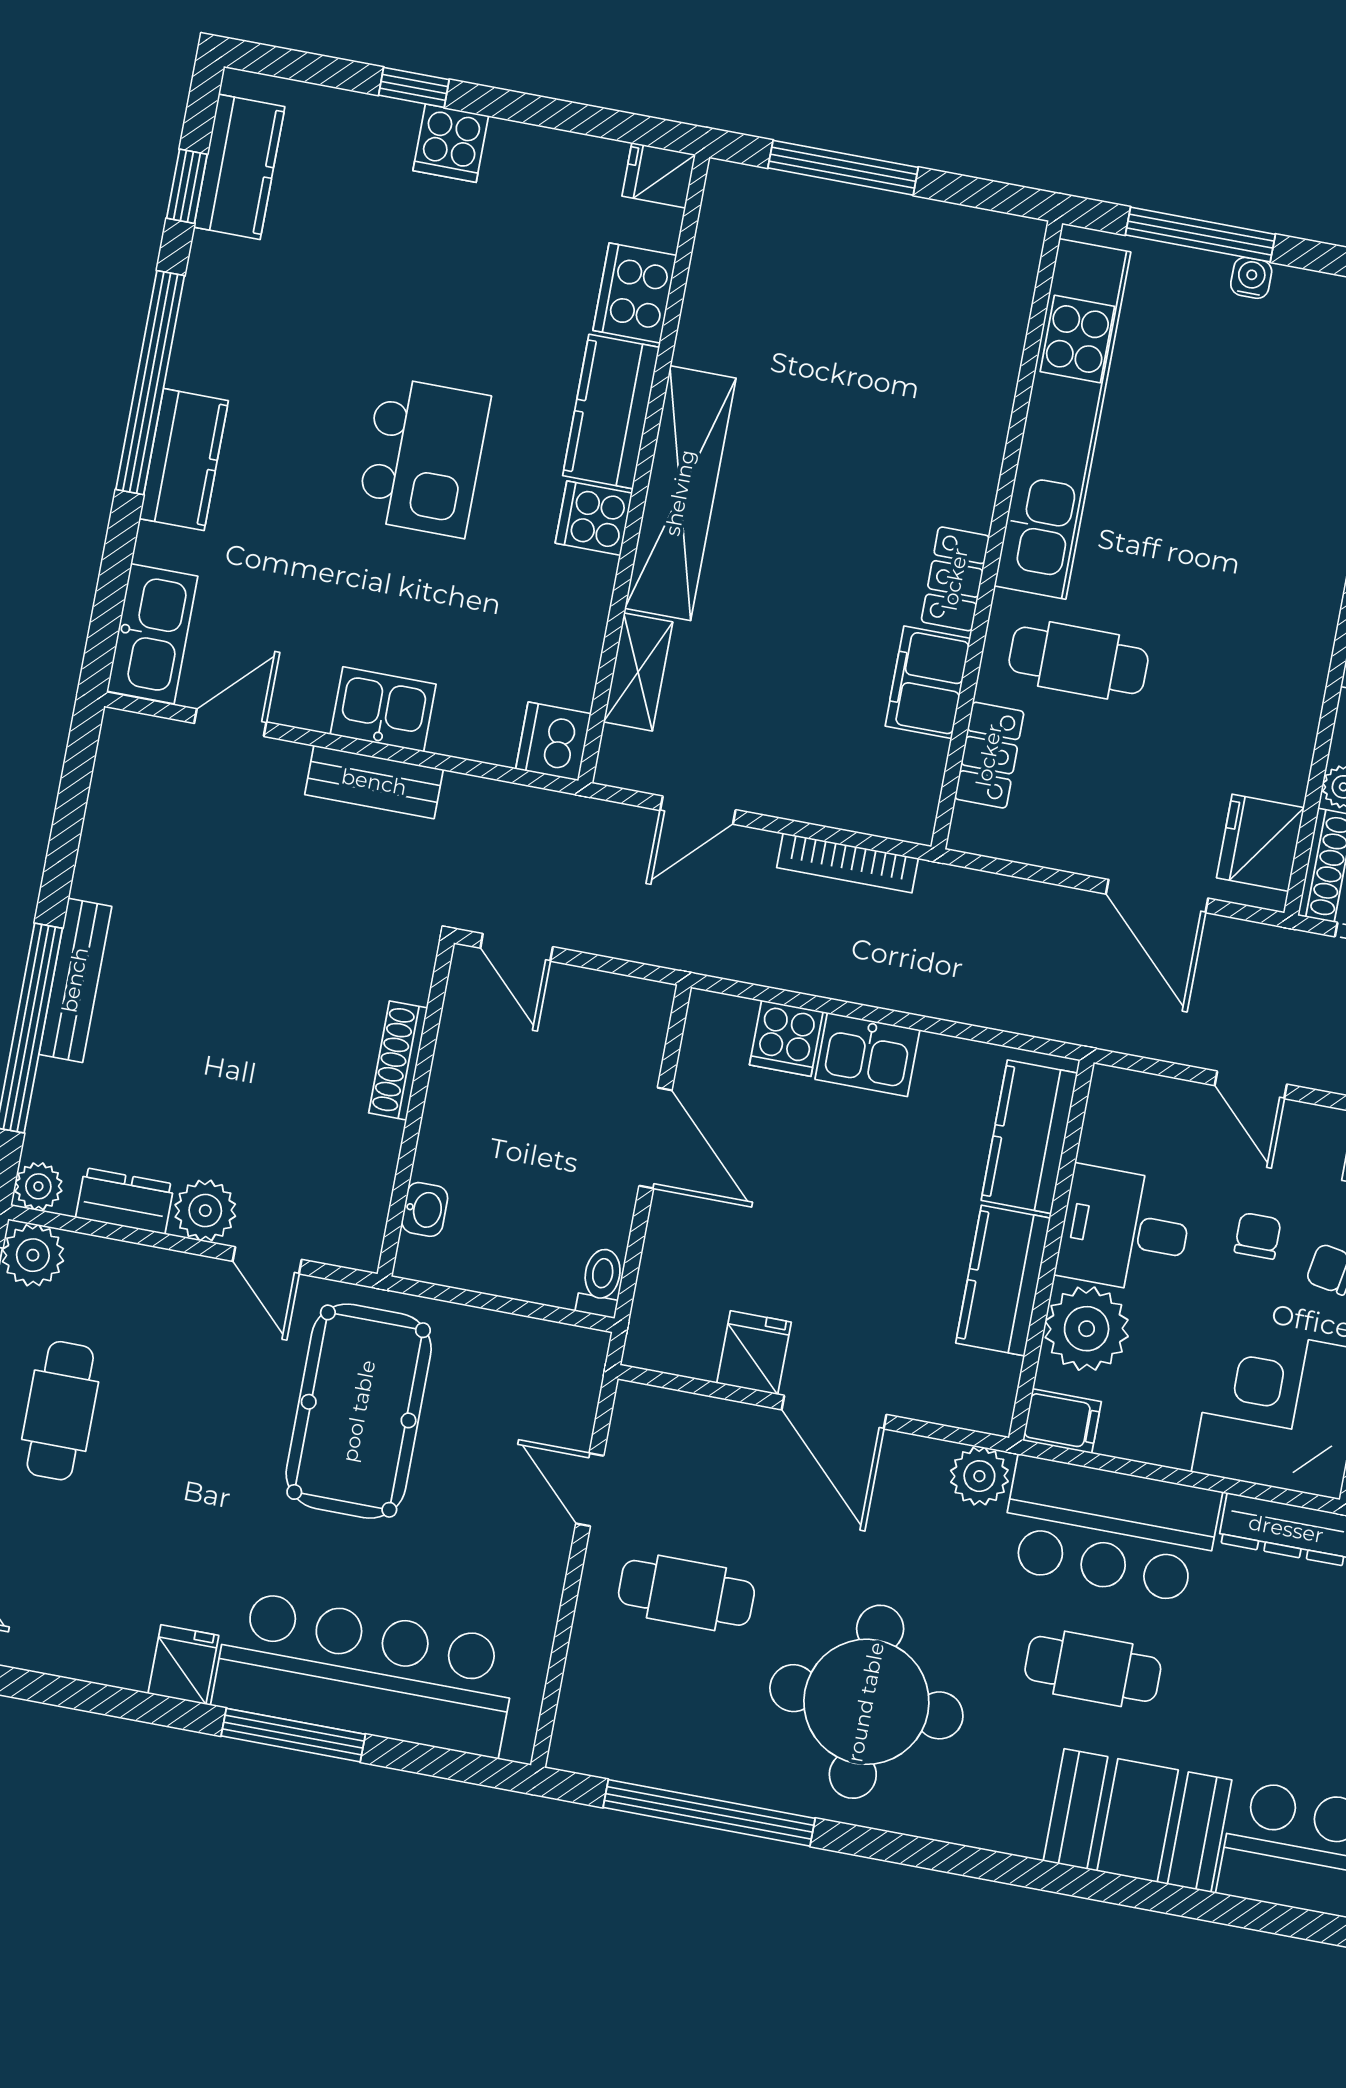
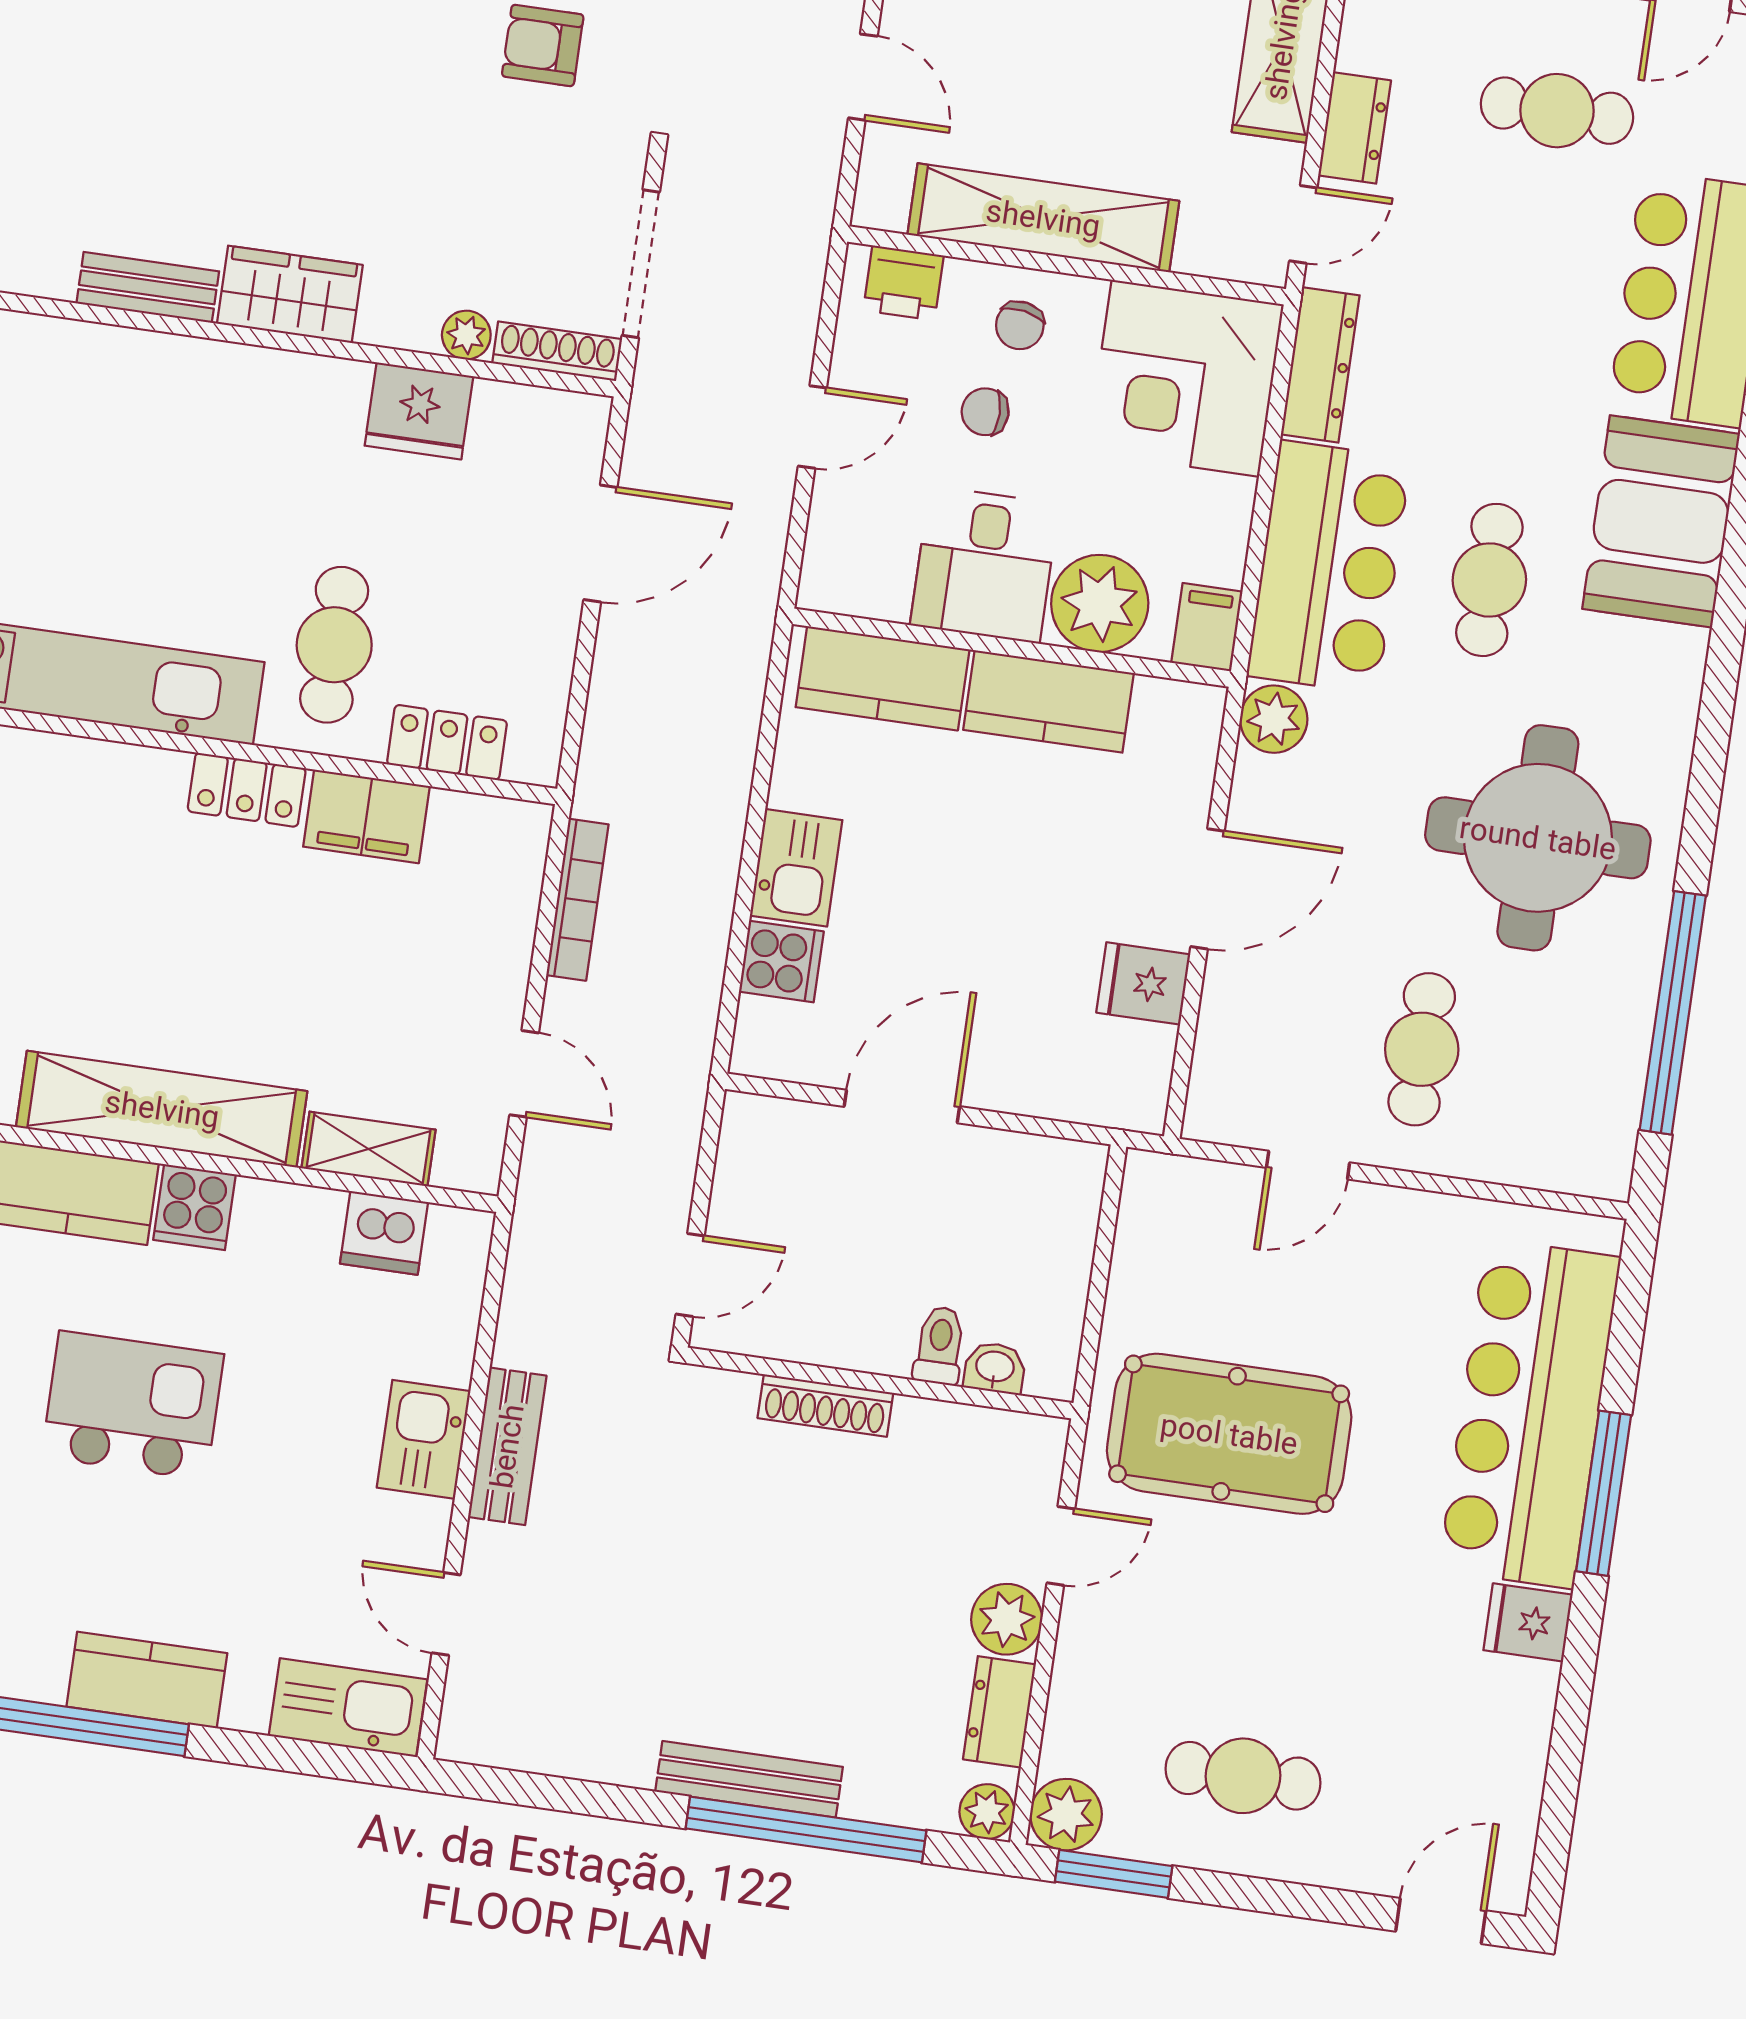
dishwasher: (553, 741) -> (384, 1233), moved
fridge: (1260, 843) -> (419, 411), moved
toilet: (601, 1282) -> (940, 1345), moved, turned 90

